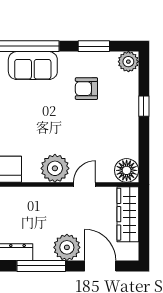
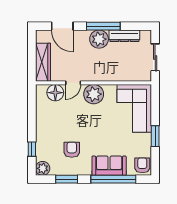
armchair: (86, 89) -> (72, 150), turned -90
window: (144, 106) -> (32, 149), moved
floor lamp: (127, 170) -> (55, 93), moved
plant: (67, 247) -> (99, 39), moved

